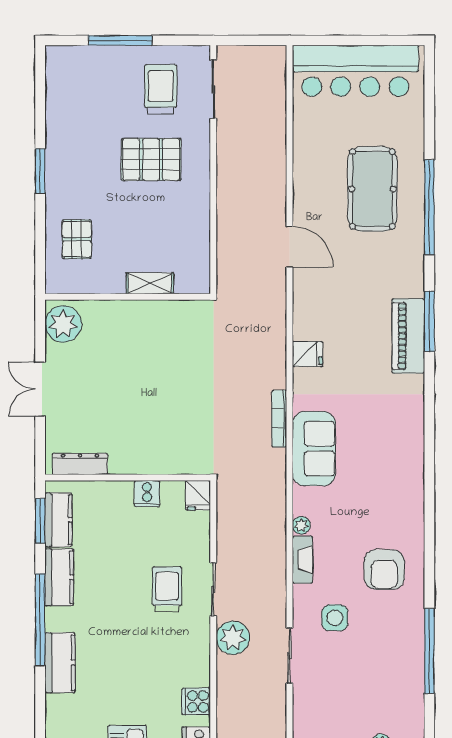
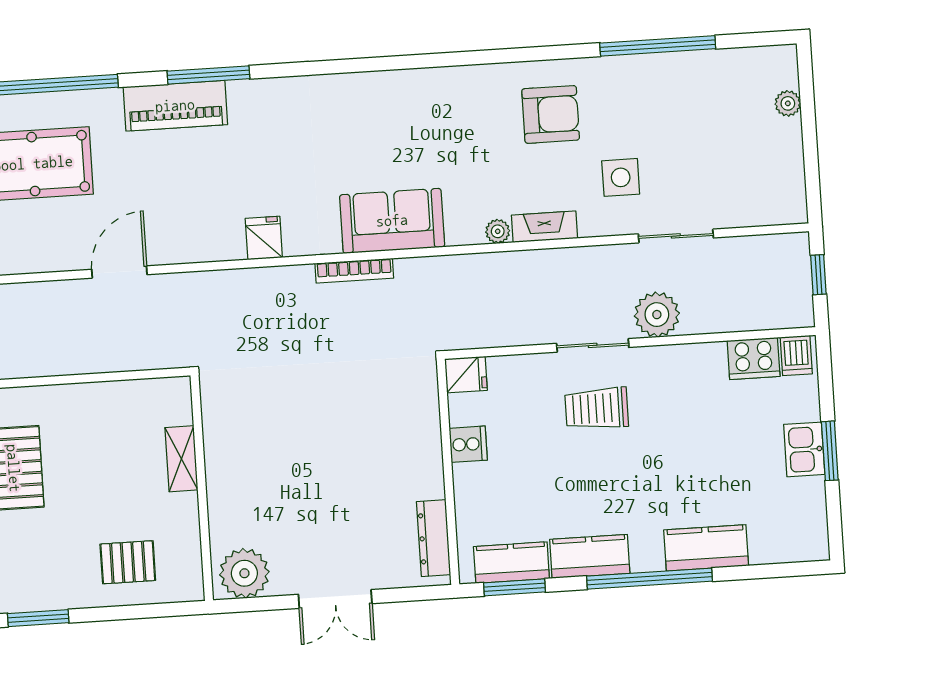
piano: (408, 336) -> (175, 106), moved
cooker: (196, 701) -> (754, 358), width x1.36

